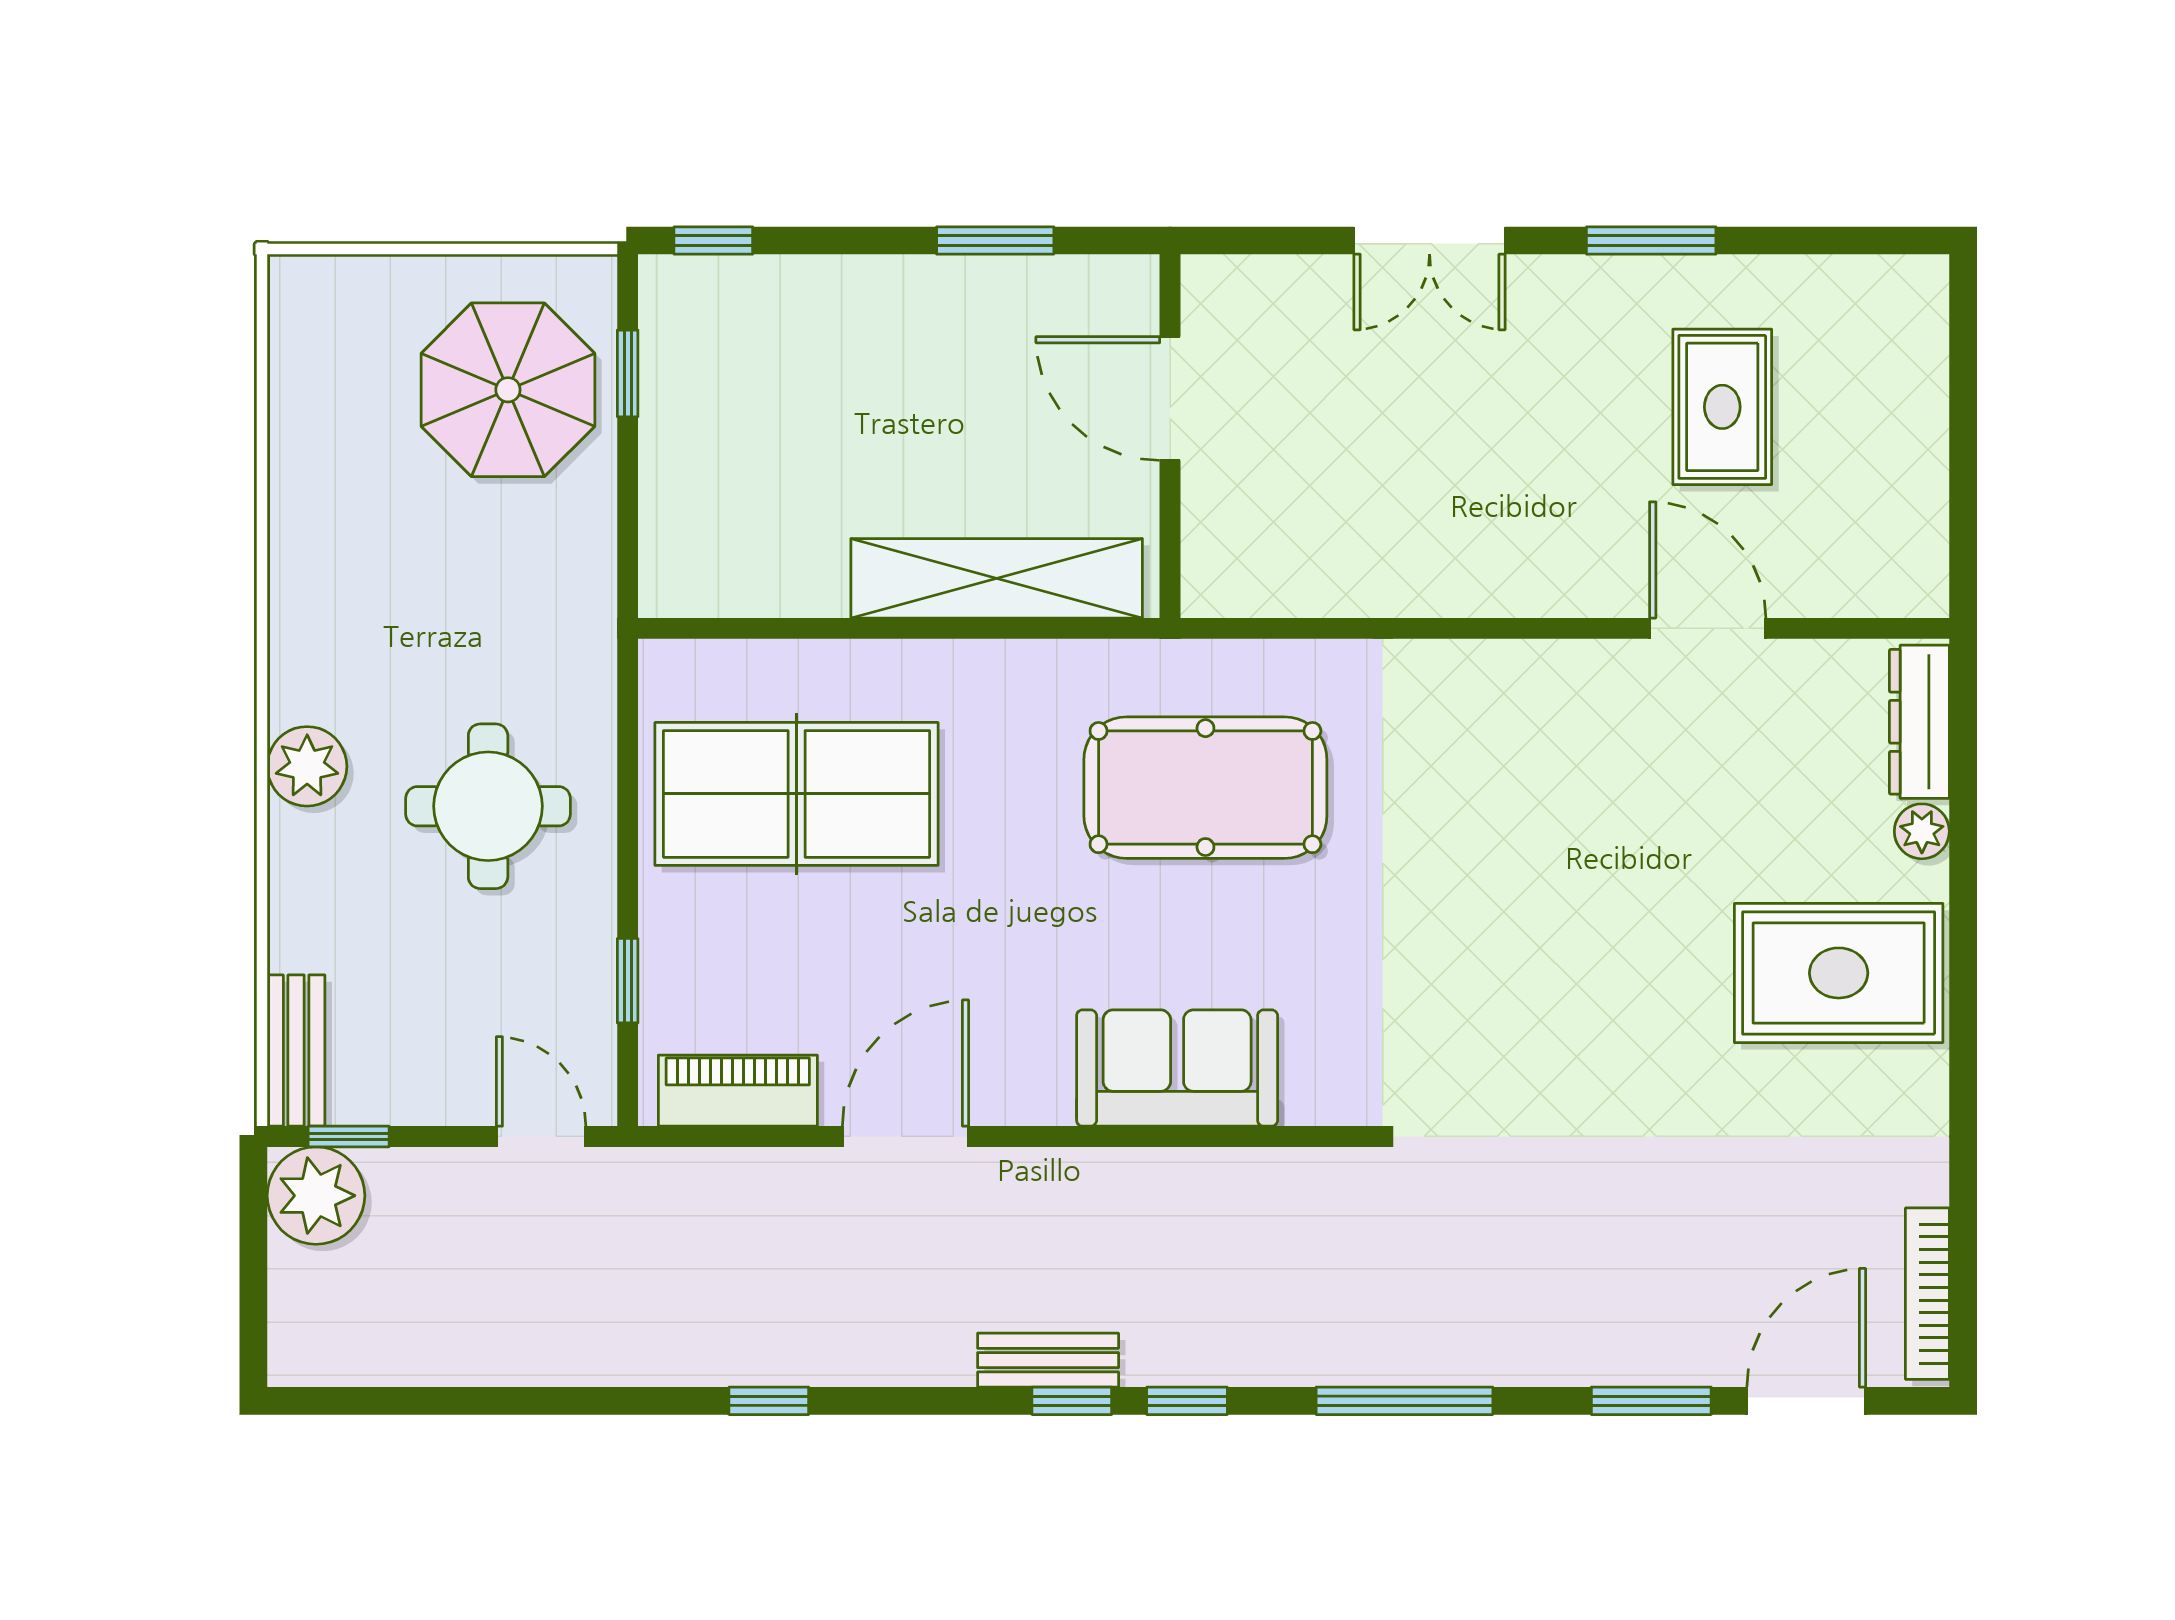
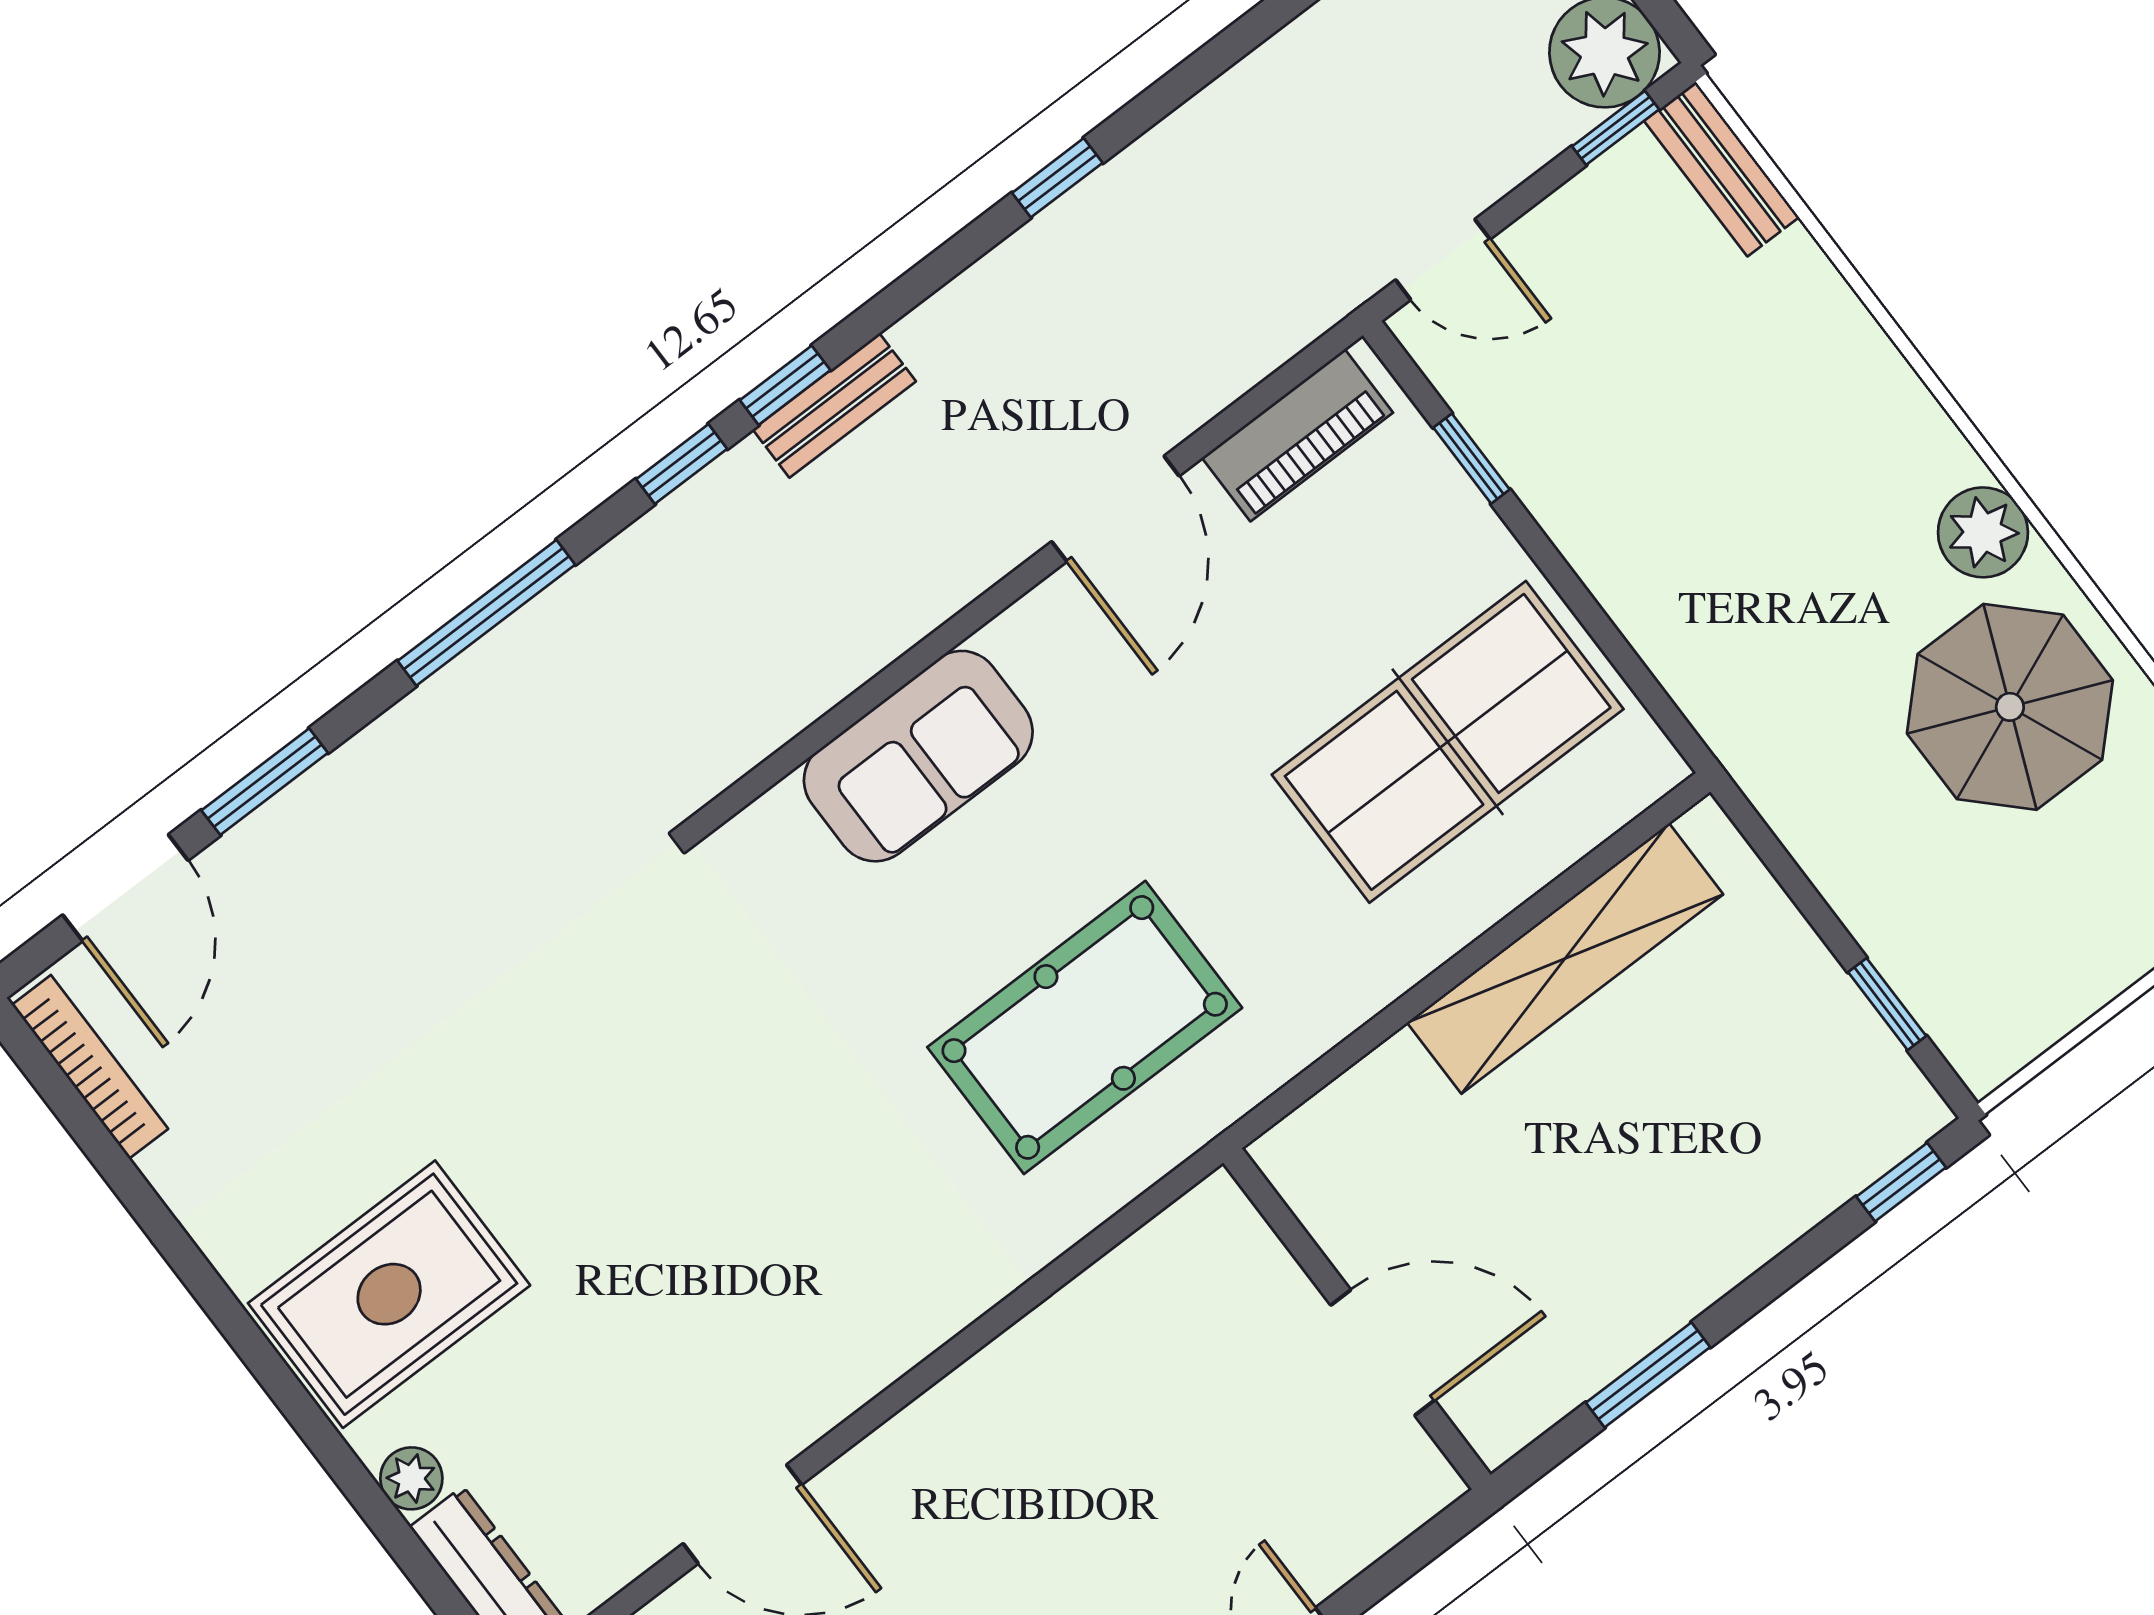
parasol: (508, 390) -> (2010, 707), moved
shelving: (997, 578) -> (1565, 958), moved
plant: (307, 766) -> (1983, 532), moved
round table: (488, 806) -> (1716, 520), removed

